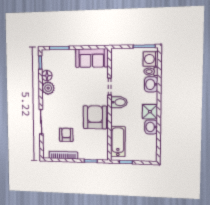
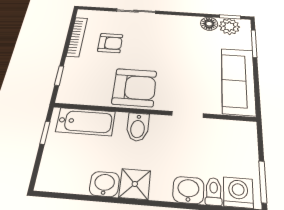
sofa: (92, 58) -> (238, 81), width x1.36
plant: (48, 88) -> (229, 26), moved
bidet: (119, 102) -> (138, 127), moved

